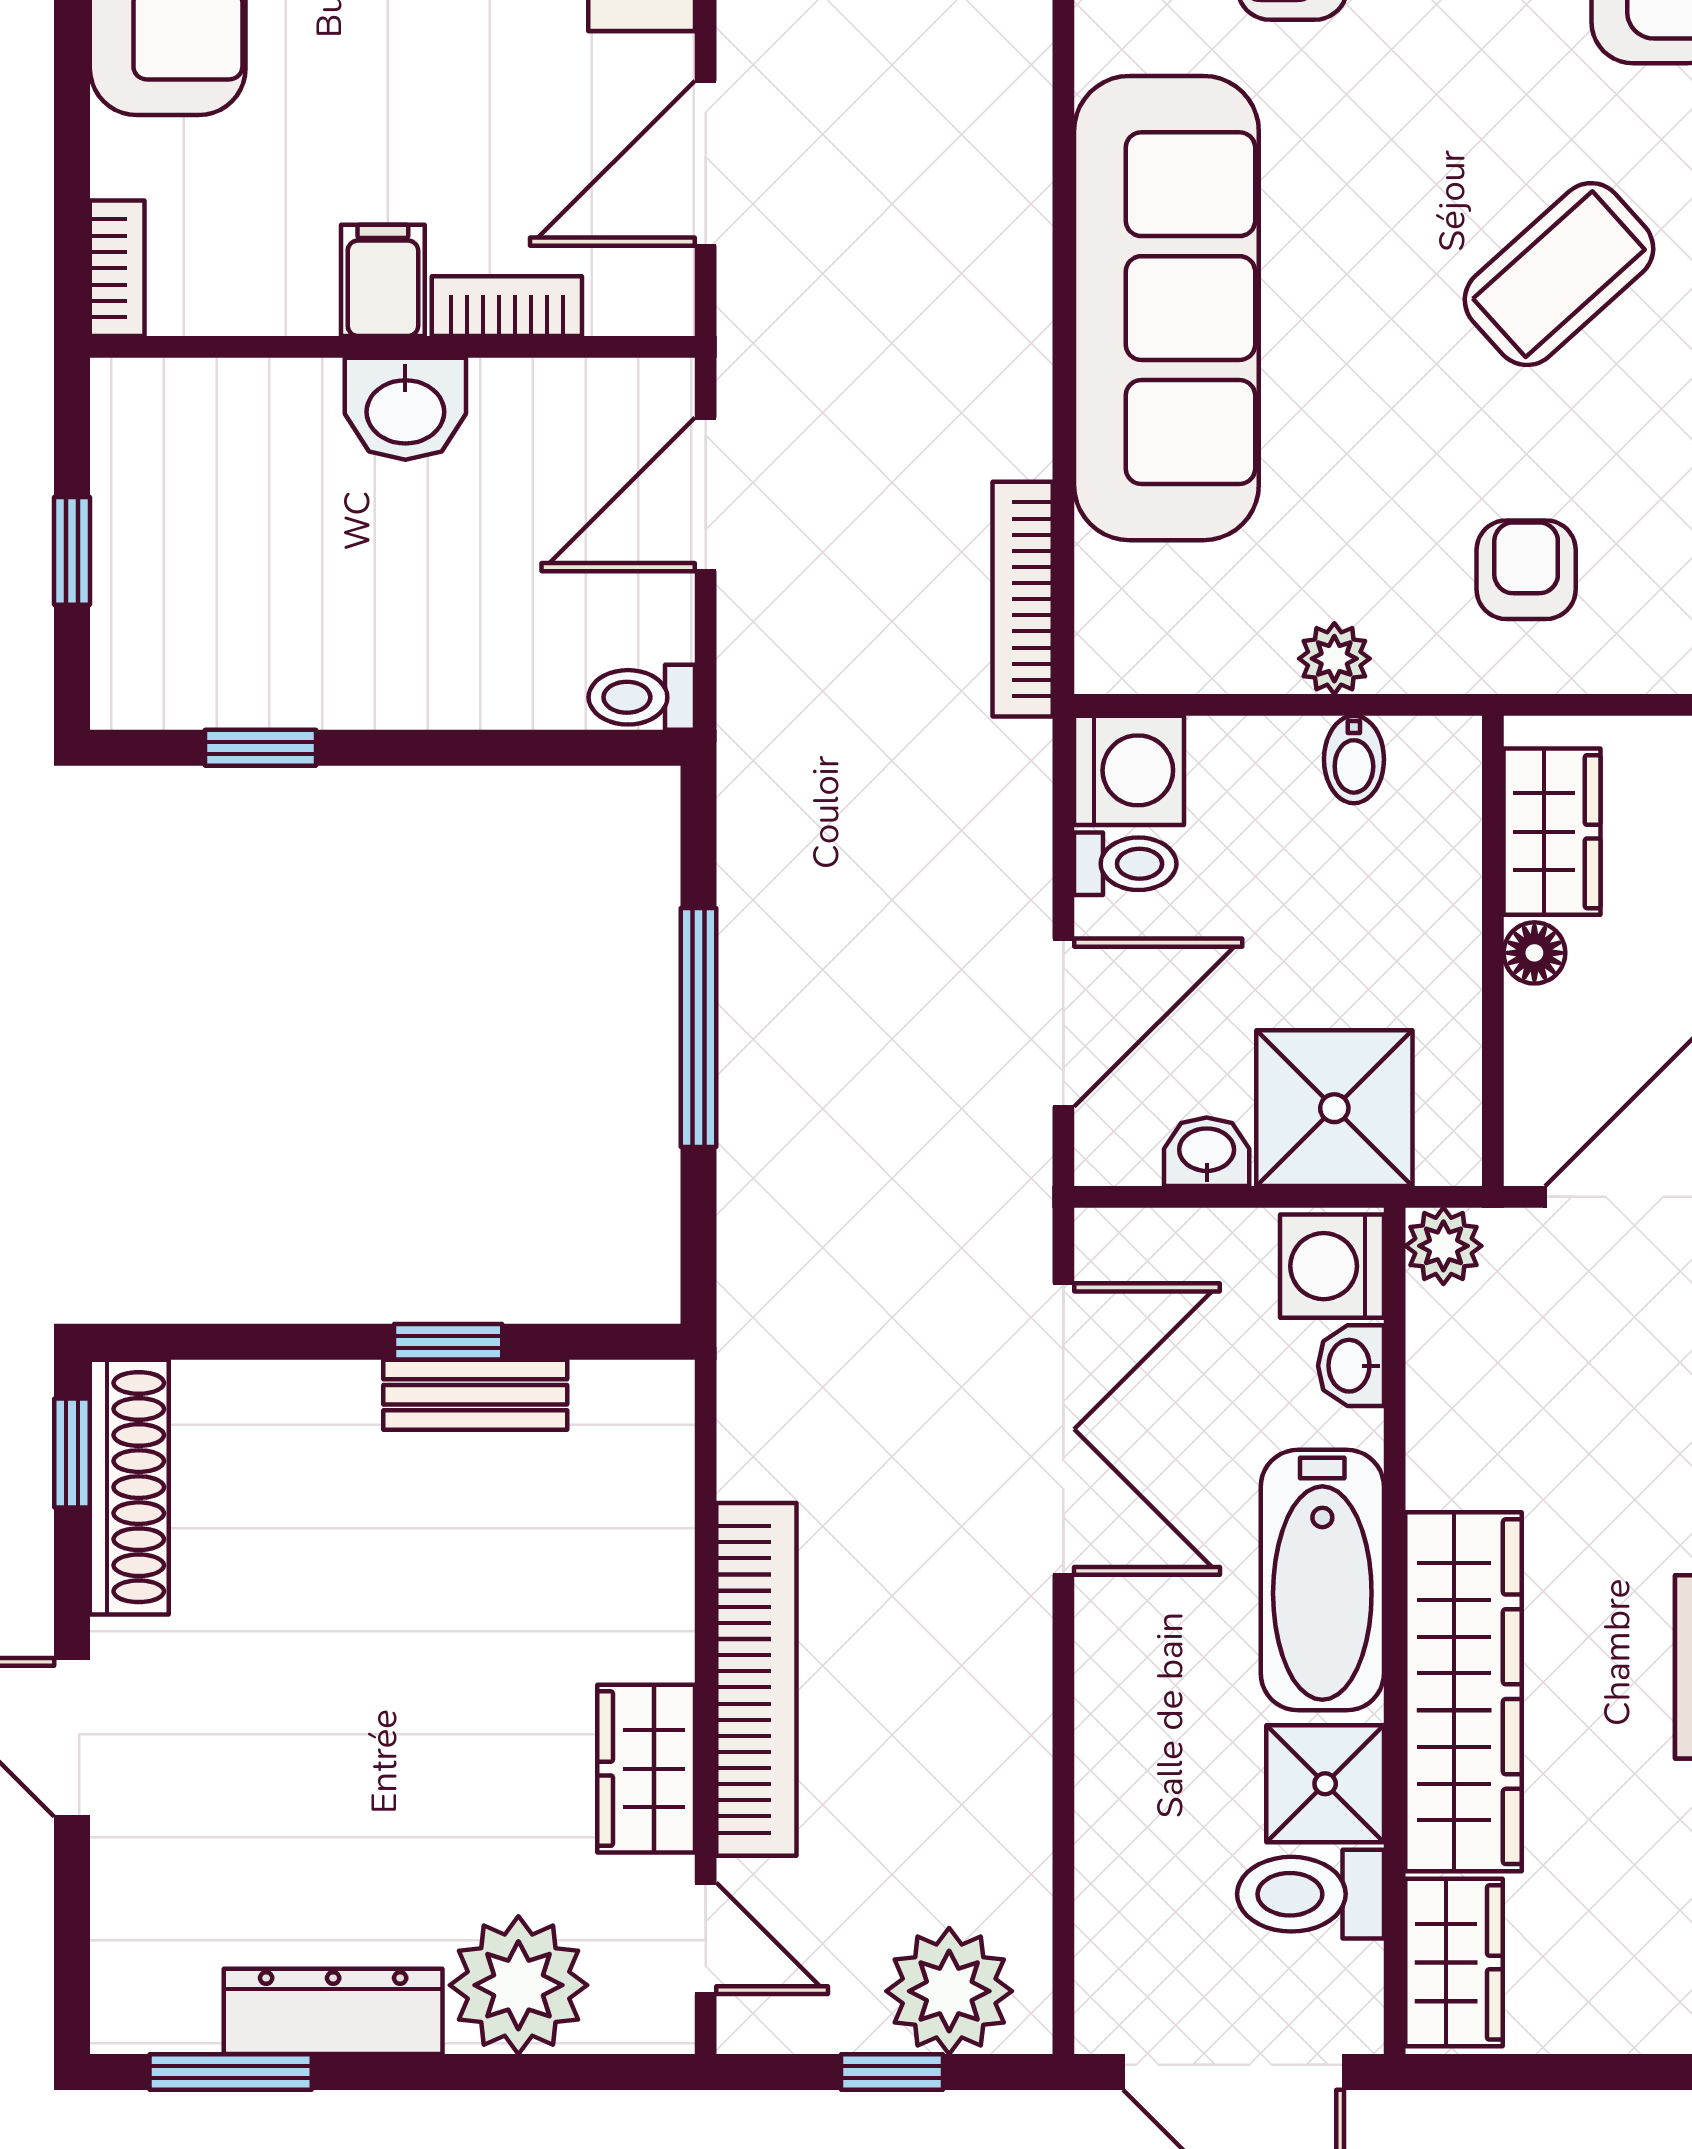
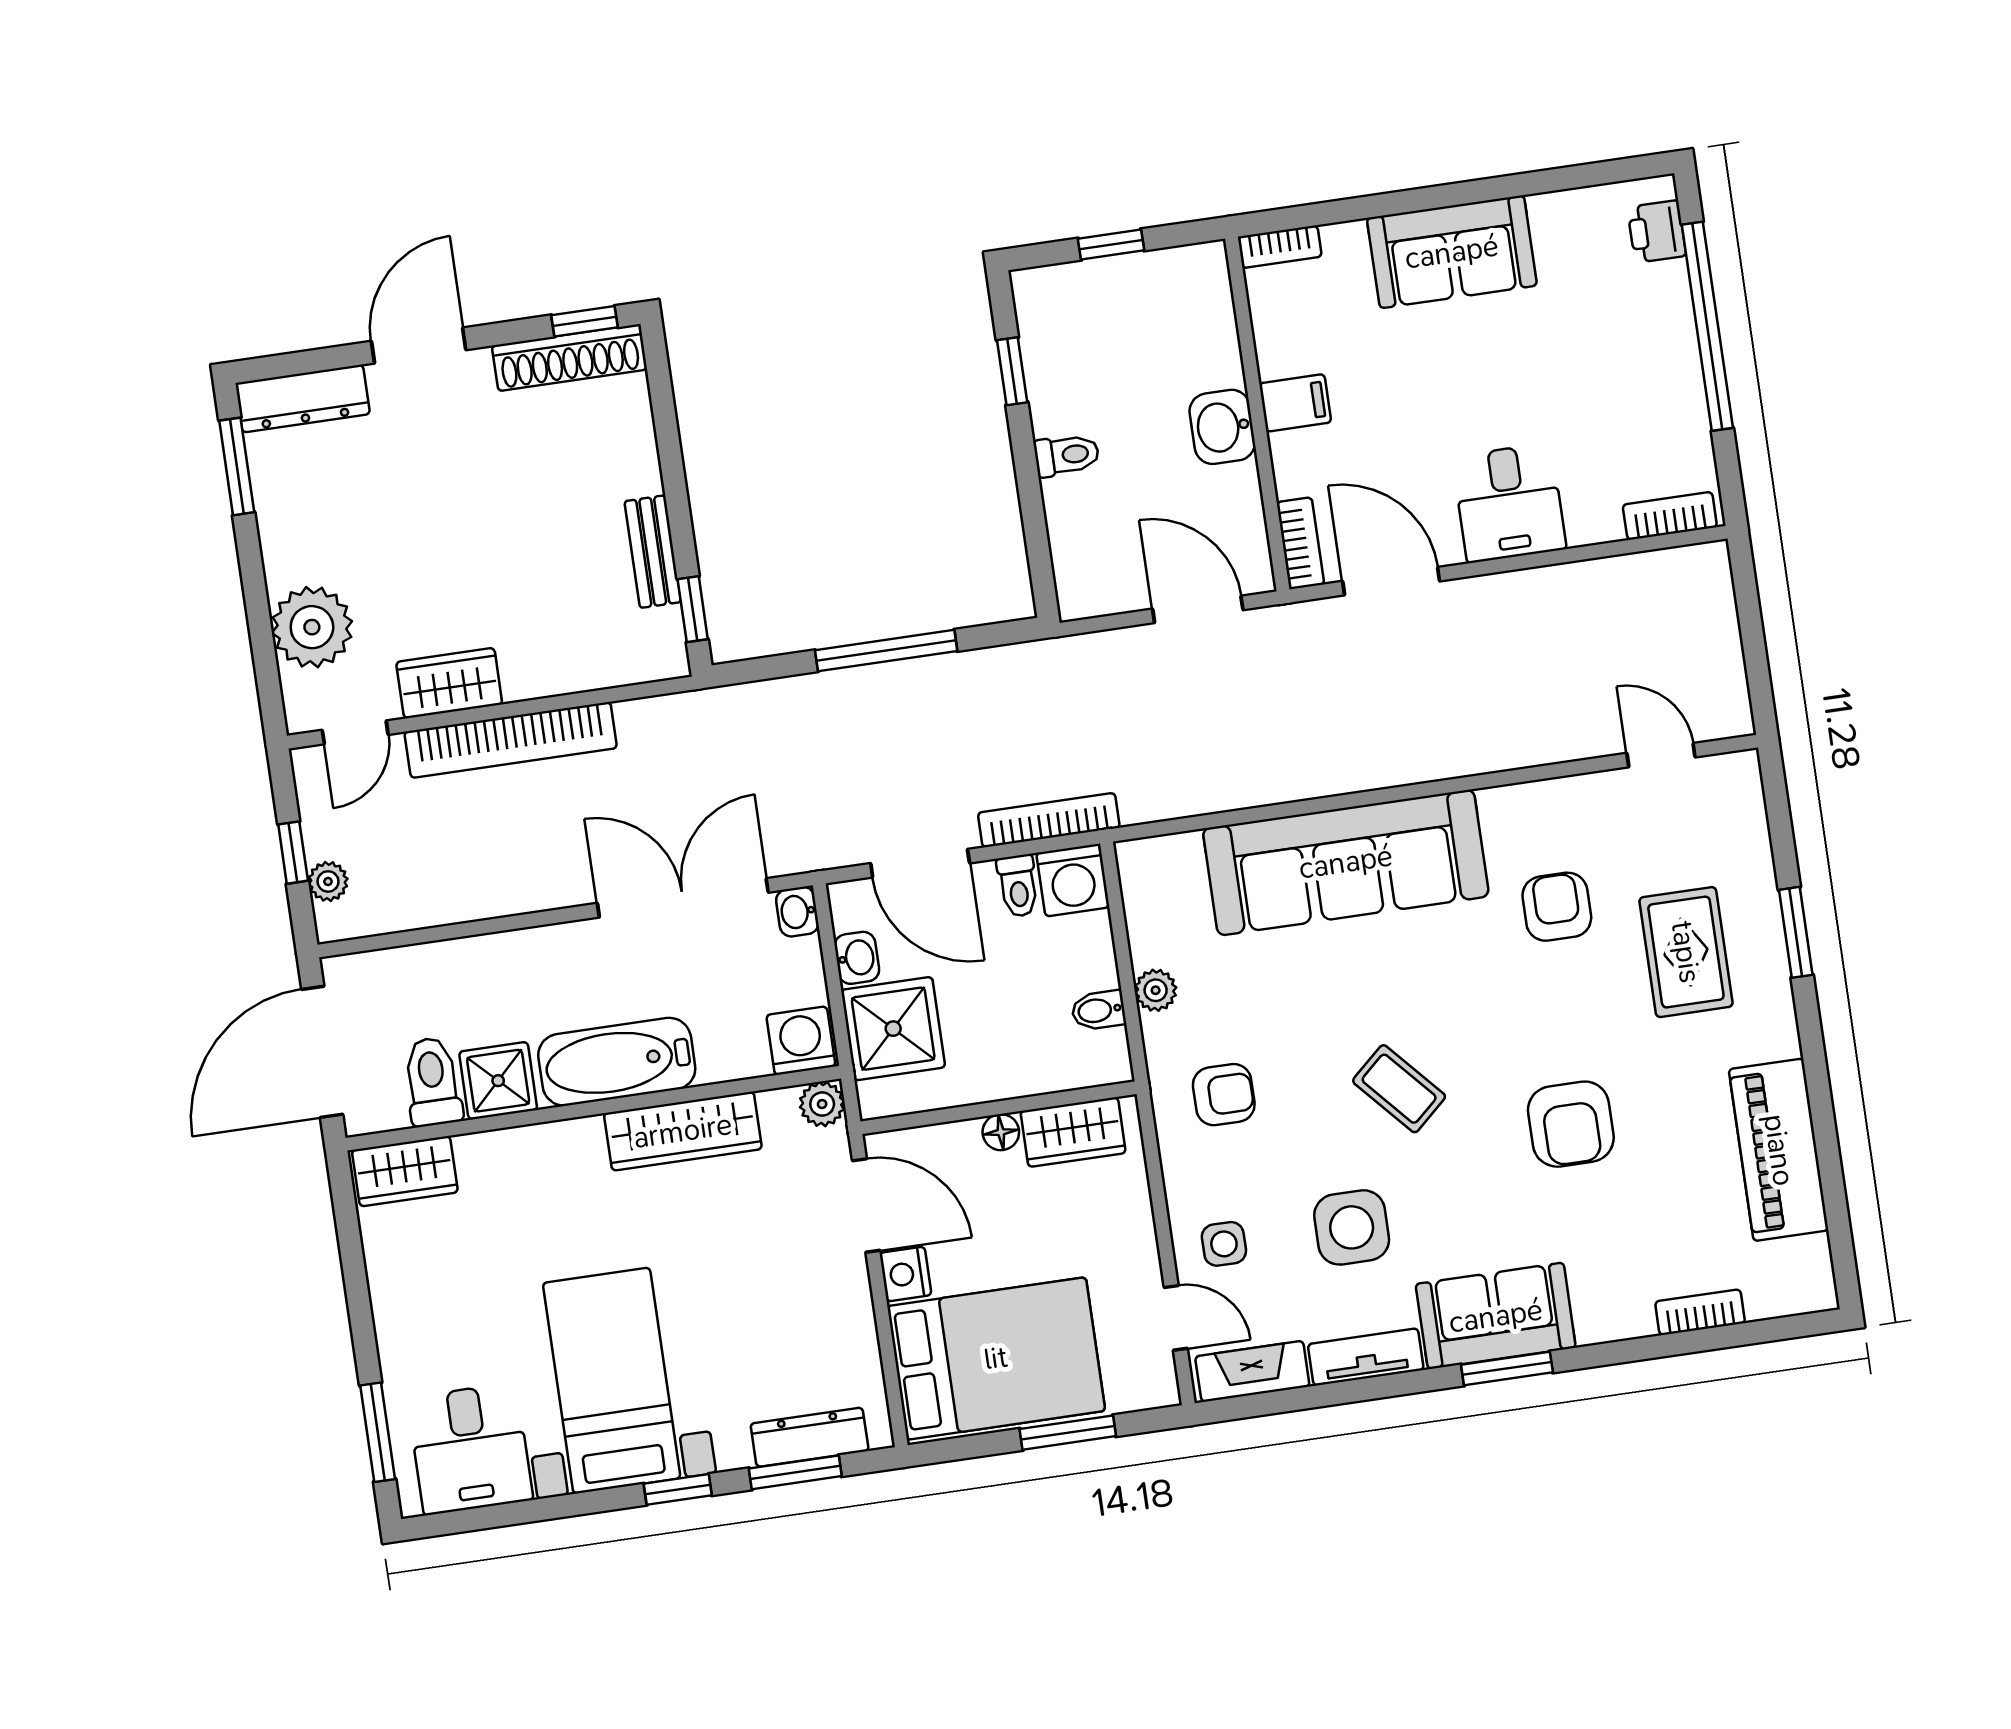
coffee table: (1559, 274) -> (1399, 1089), width x0.73, depth x0.77
bookcase: (507, 306) -> (1300, 543), moved
bookcase: (1023, 599) -> (1049, 820), moved
toilet: (642, 697) -> (1067, 455), moved, turned 90
window: (448, 1342) -> (693, 609), moved
washbasin: (1351, 1366) -> (797, 912), moved, turned -90
double door: (1063, 1429) -> (683, 898), swing flipped
wardrobe: (1463, 1692) -> (683, 1131), moved, width x0.71, depth x0.85
plant: (949, 1991) -> (328, 881), width x0.53, depth x0.53
dresser: (333, 2011) -> (303, 399), moved, turned 90

